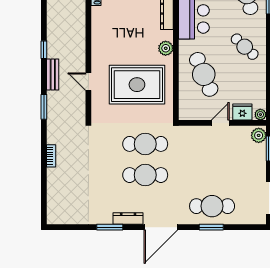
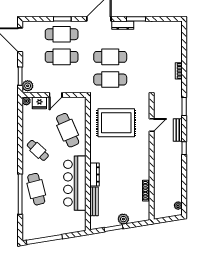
plant: (166, 48) -> (95, 149), removed
door: (88, 82) -> (152, 125), hinge flipped
cafe table: (212, 175) -> (62, 57), added

